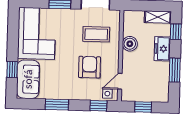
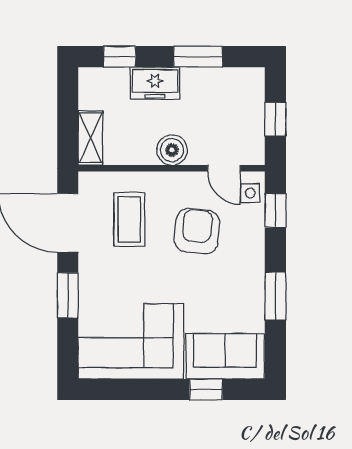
shelving: (158, 17) -> (90, 138), moved
boiler: (130, 44) -> (172, 150), moved
armchair: (89, 67) -> (197, 231), turned 96

